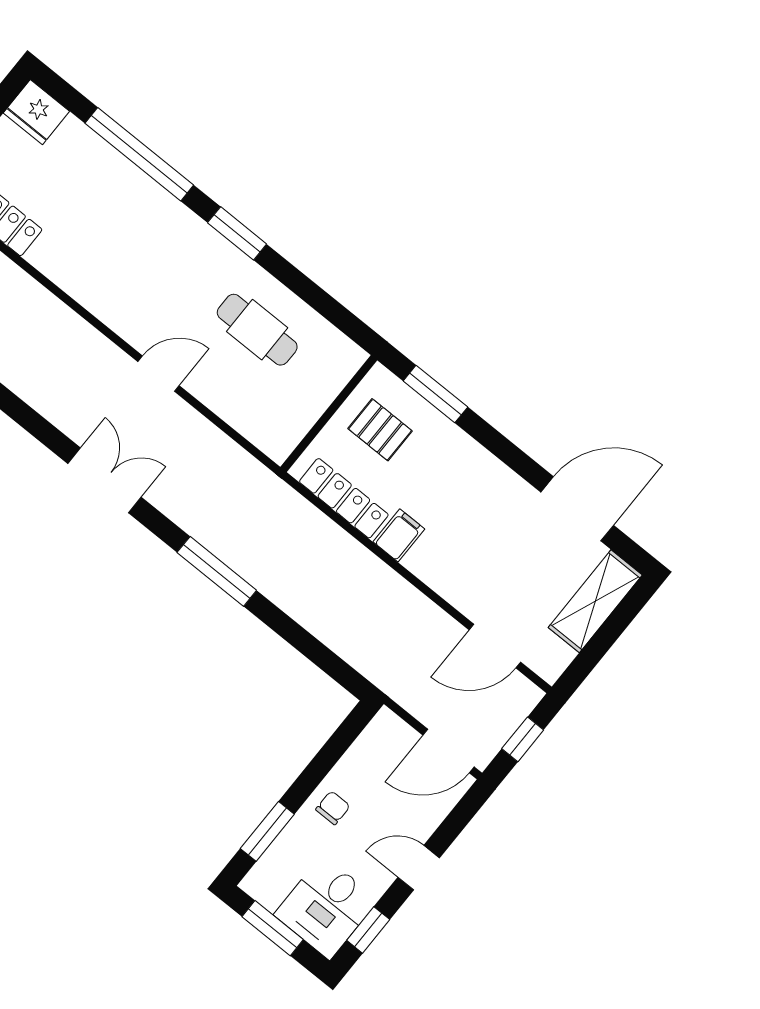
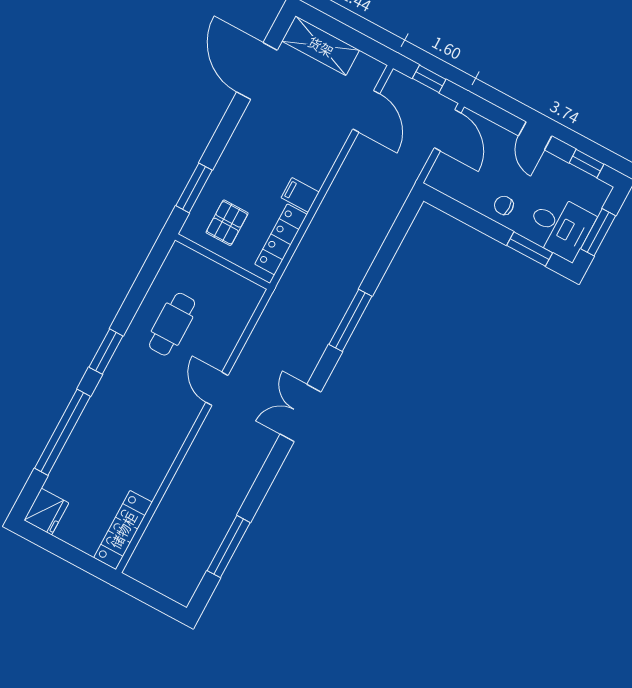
desk: (326, 907) -> (560, 227), moved

